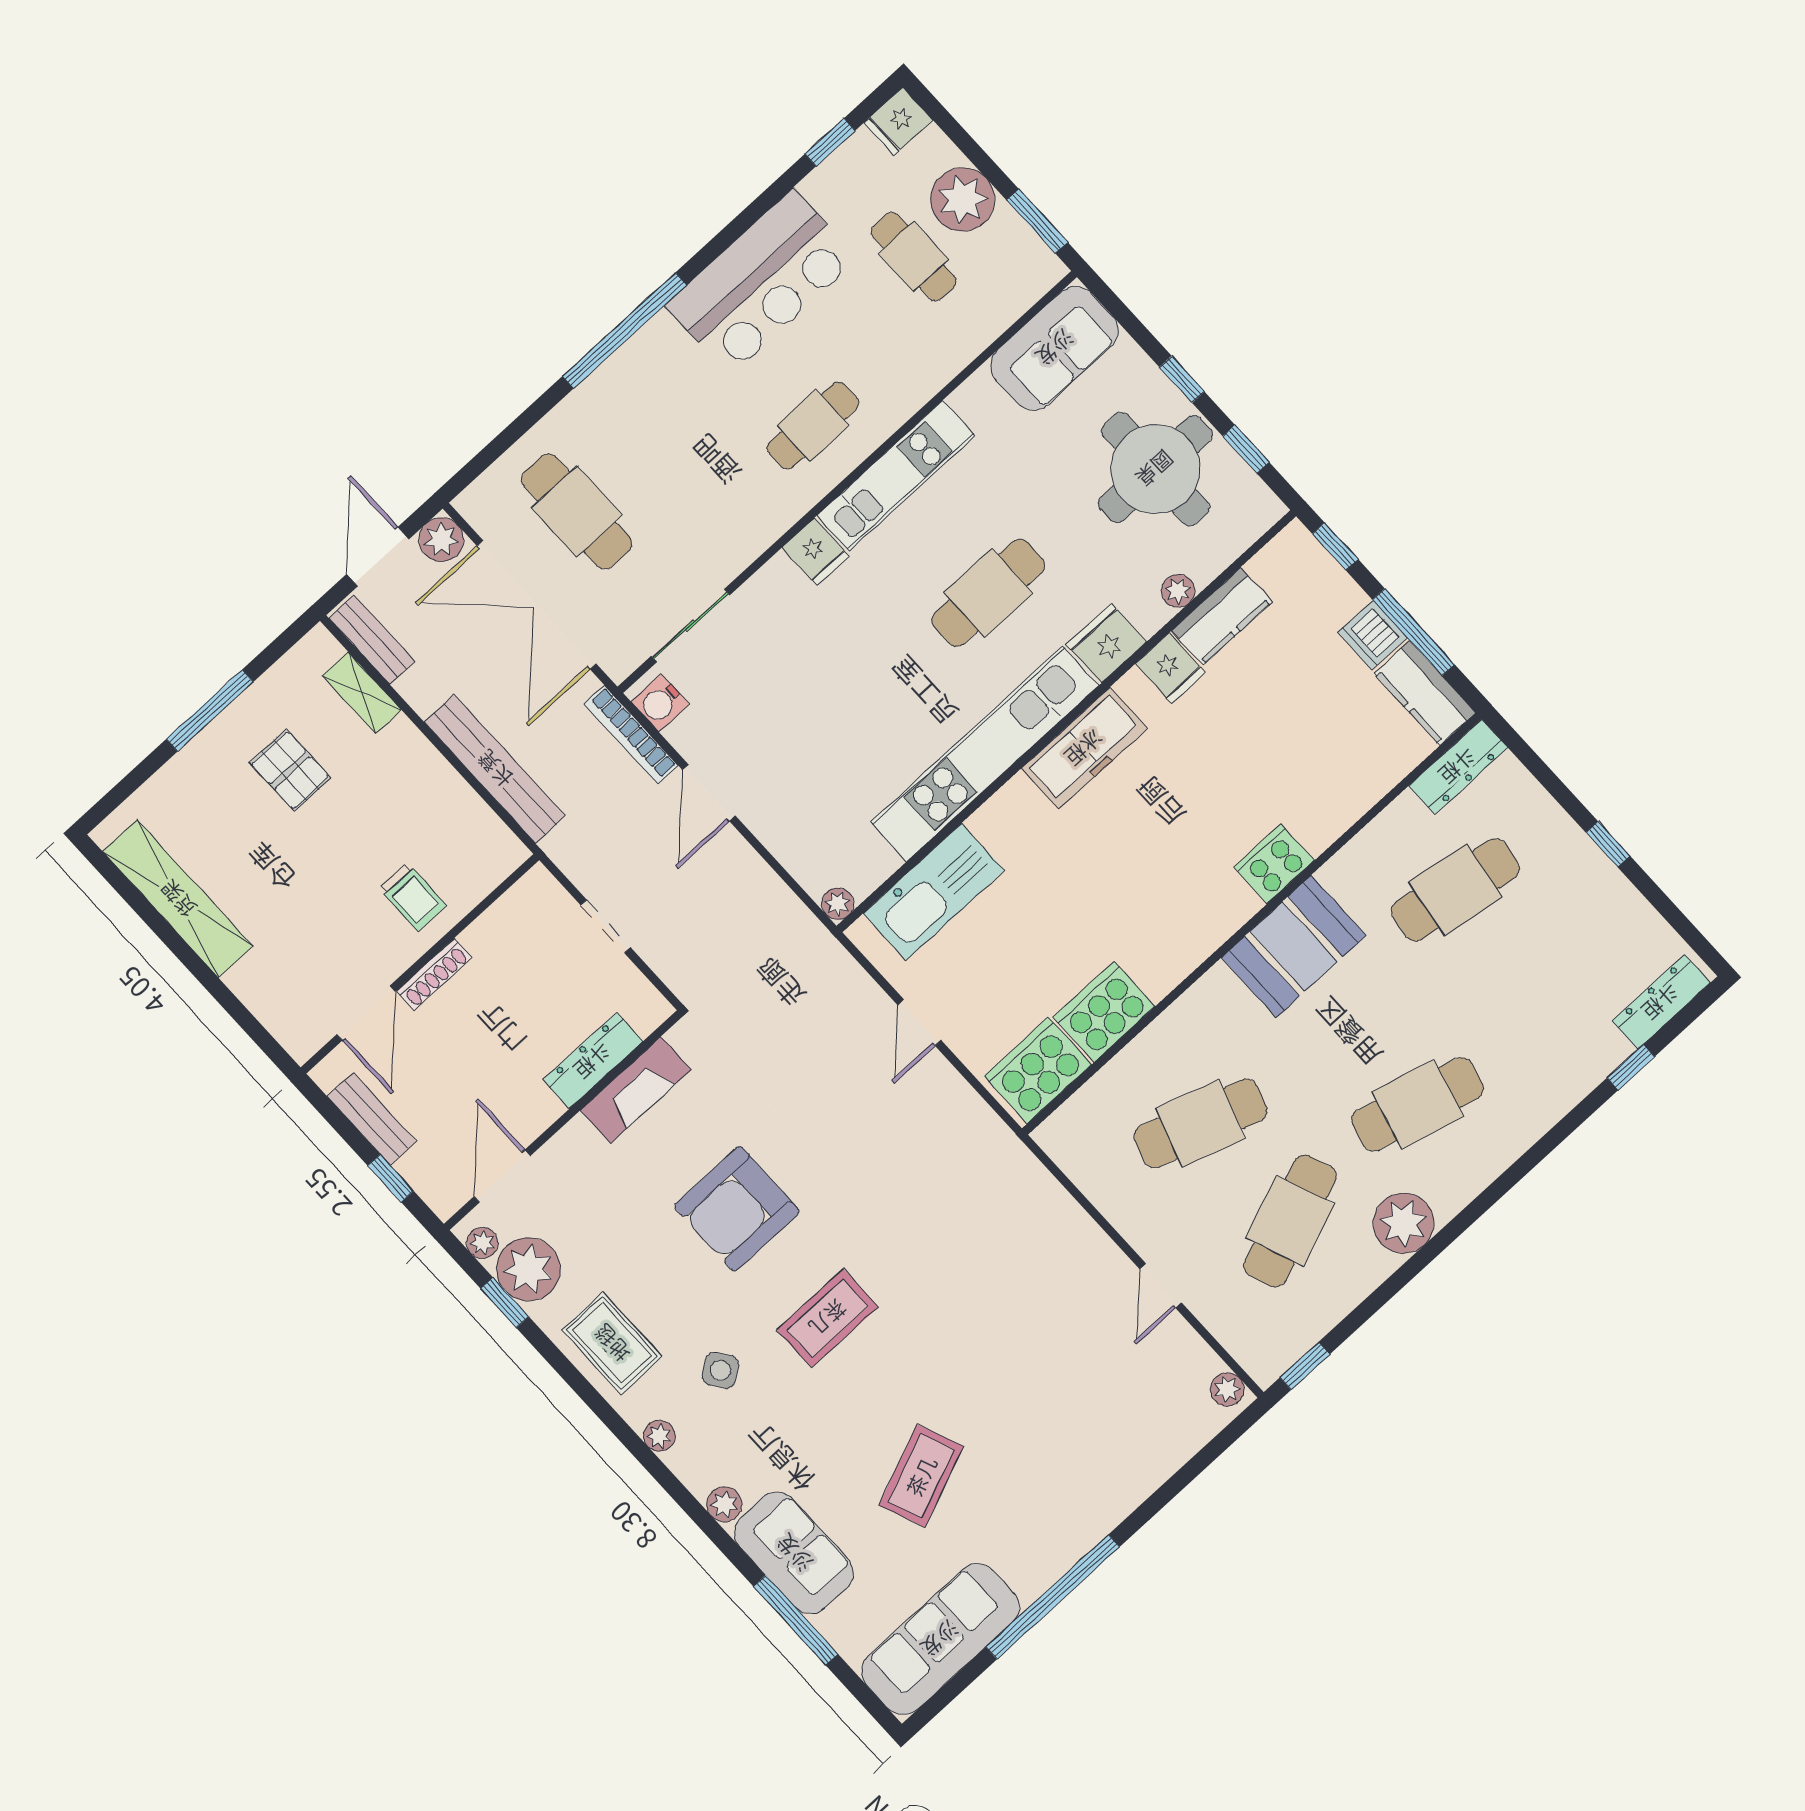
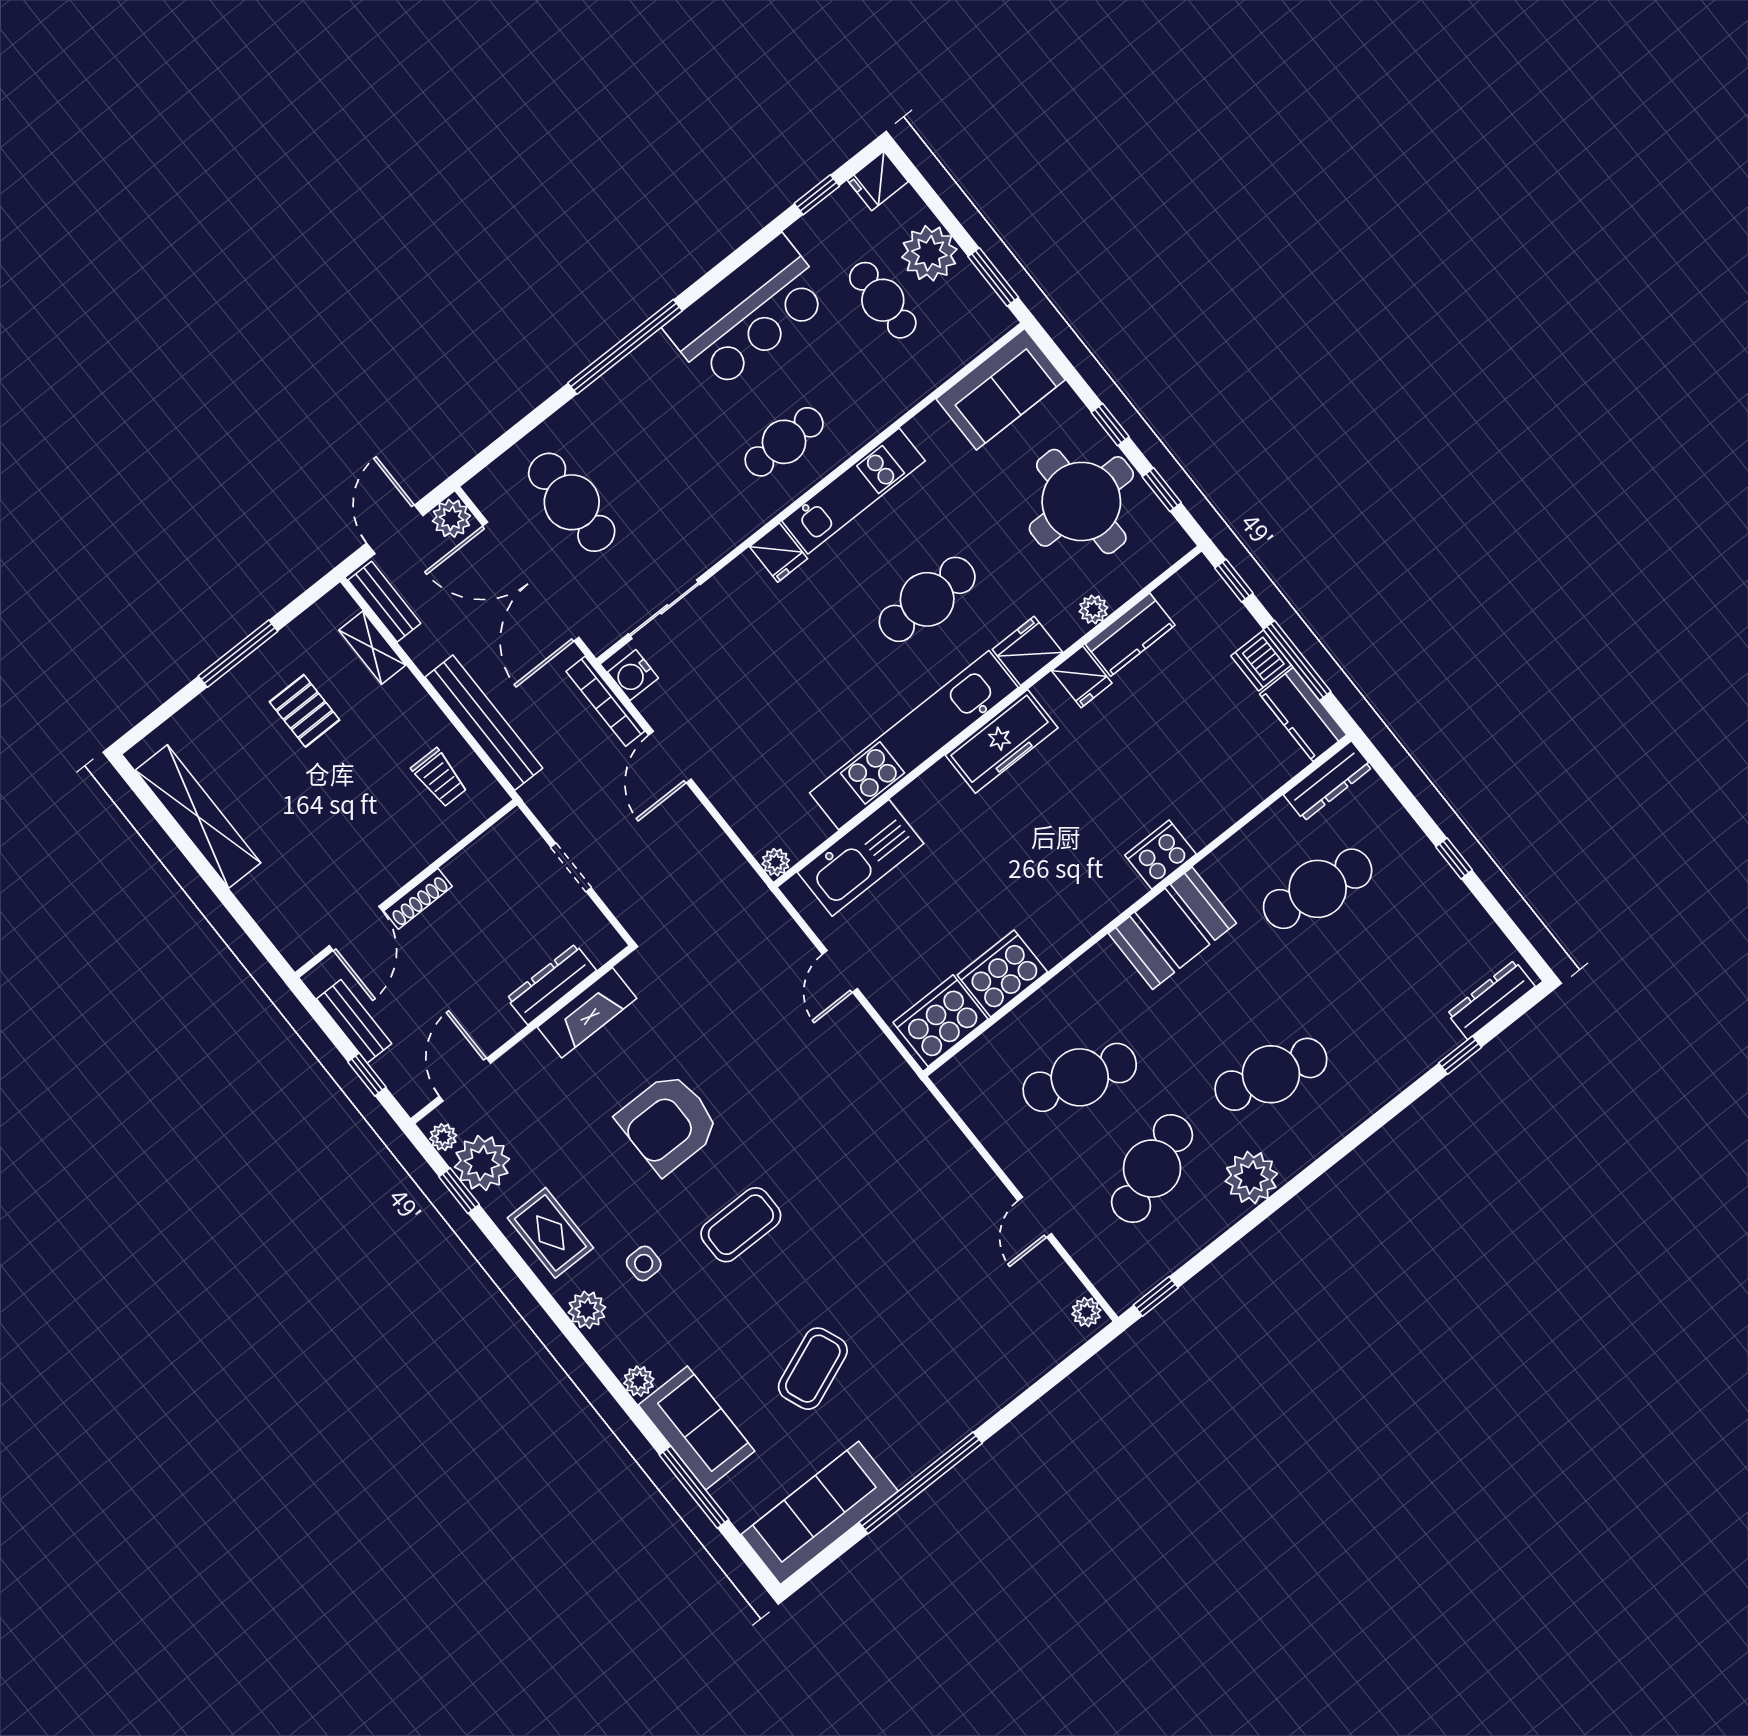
trolley: (413, 897) -> (439, 778), moved
side table: (720, 1370) -> (644, 1263), turned 35
plant: (659, 1436) -> (587, 1310), width x1.38, depth x1.38

